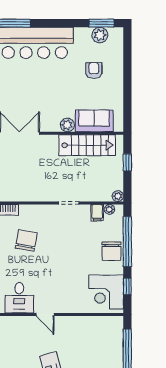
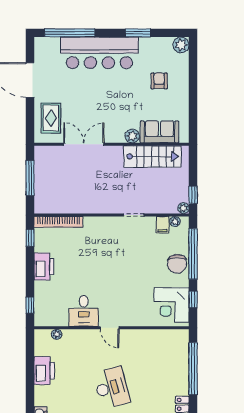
window: (102, 23) -> (138, 33), moved
plant: (100, 35) -> (181, 45), moved
window: (127, 162) -> (193, 195), moved
chair: (26, 240) -> (91, 253), removed

